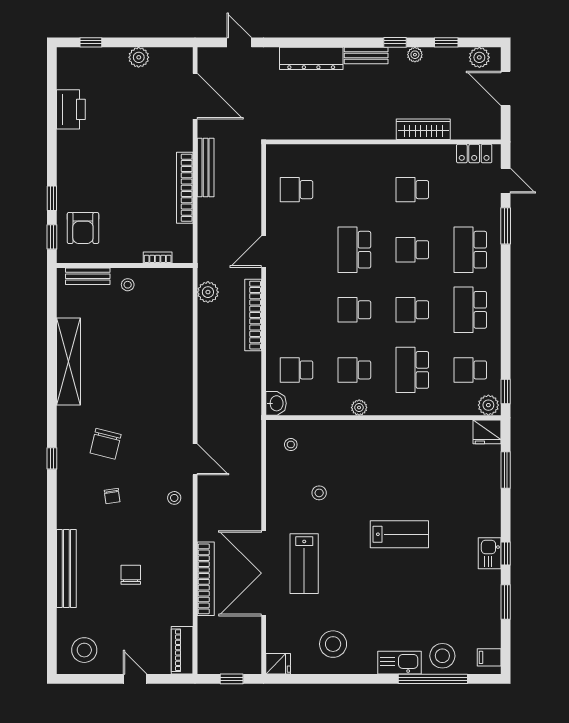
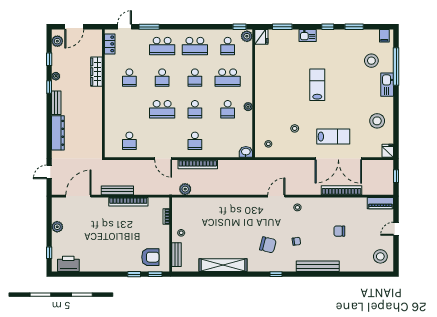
printer: (71, 109) -> (68, 264), moved
school desk: (296, 370) -> (195, 141), moved
kitchen sink: (490, 553) -> (308, 36), moved
bench: (66, 568) -> (318, 266), moved
stool: (442, 656) -> (371, 61), moved

